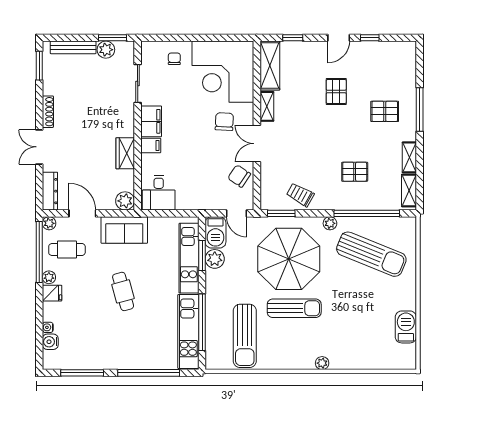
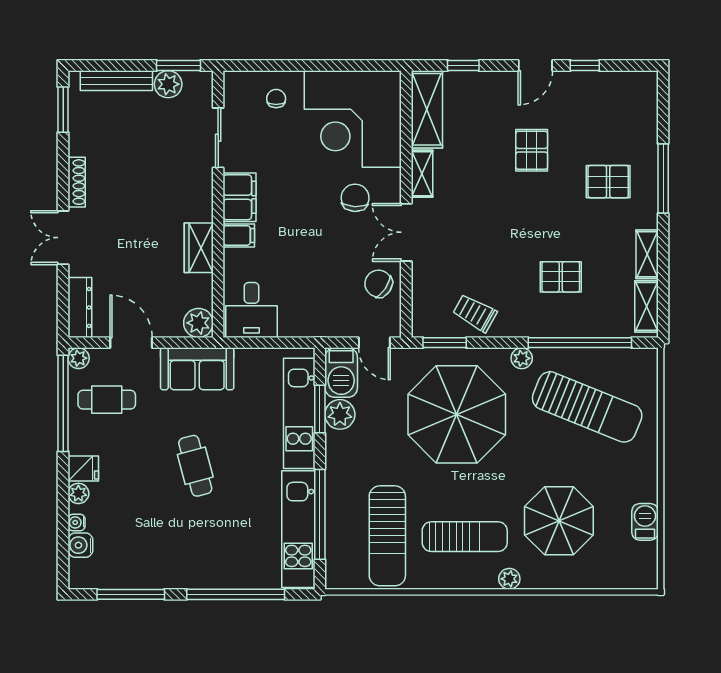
plant: (49, 277) -> (78, 493), moved
sun lounger: (294, 308) -> (465, 537), moved
parasol: (353, 326) -> (559, 521), added
barbecue: (406, 327) -> (645, 522), width x0.73, depth x0.79

